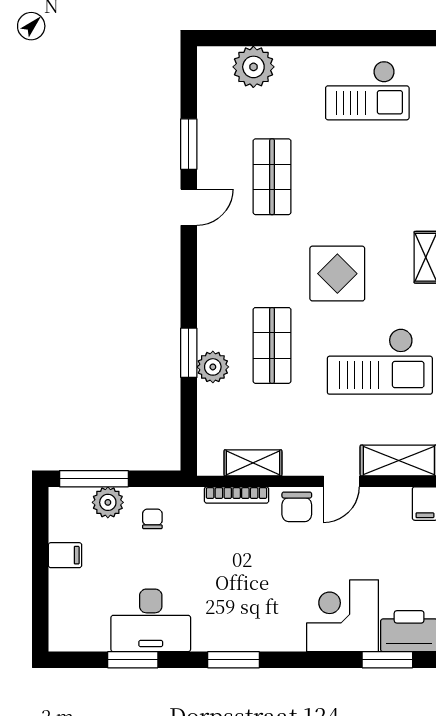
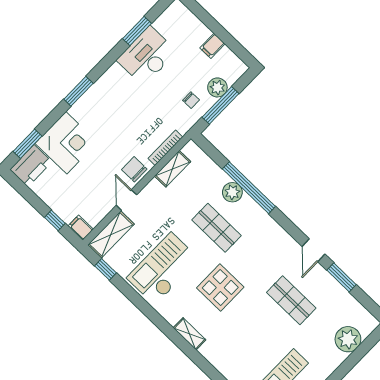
window: (189, 353) -> (249, 188), width x2.11
window: (94, 479) -> (221, 105), moved
window: (233, 660) -> (78, 91), moved

